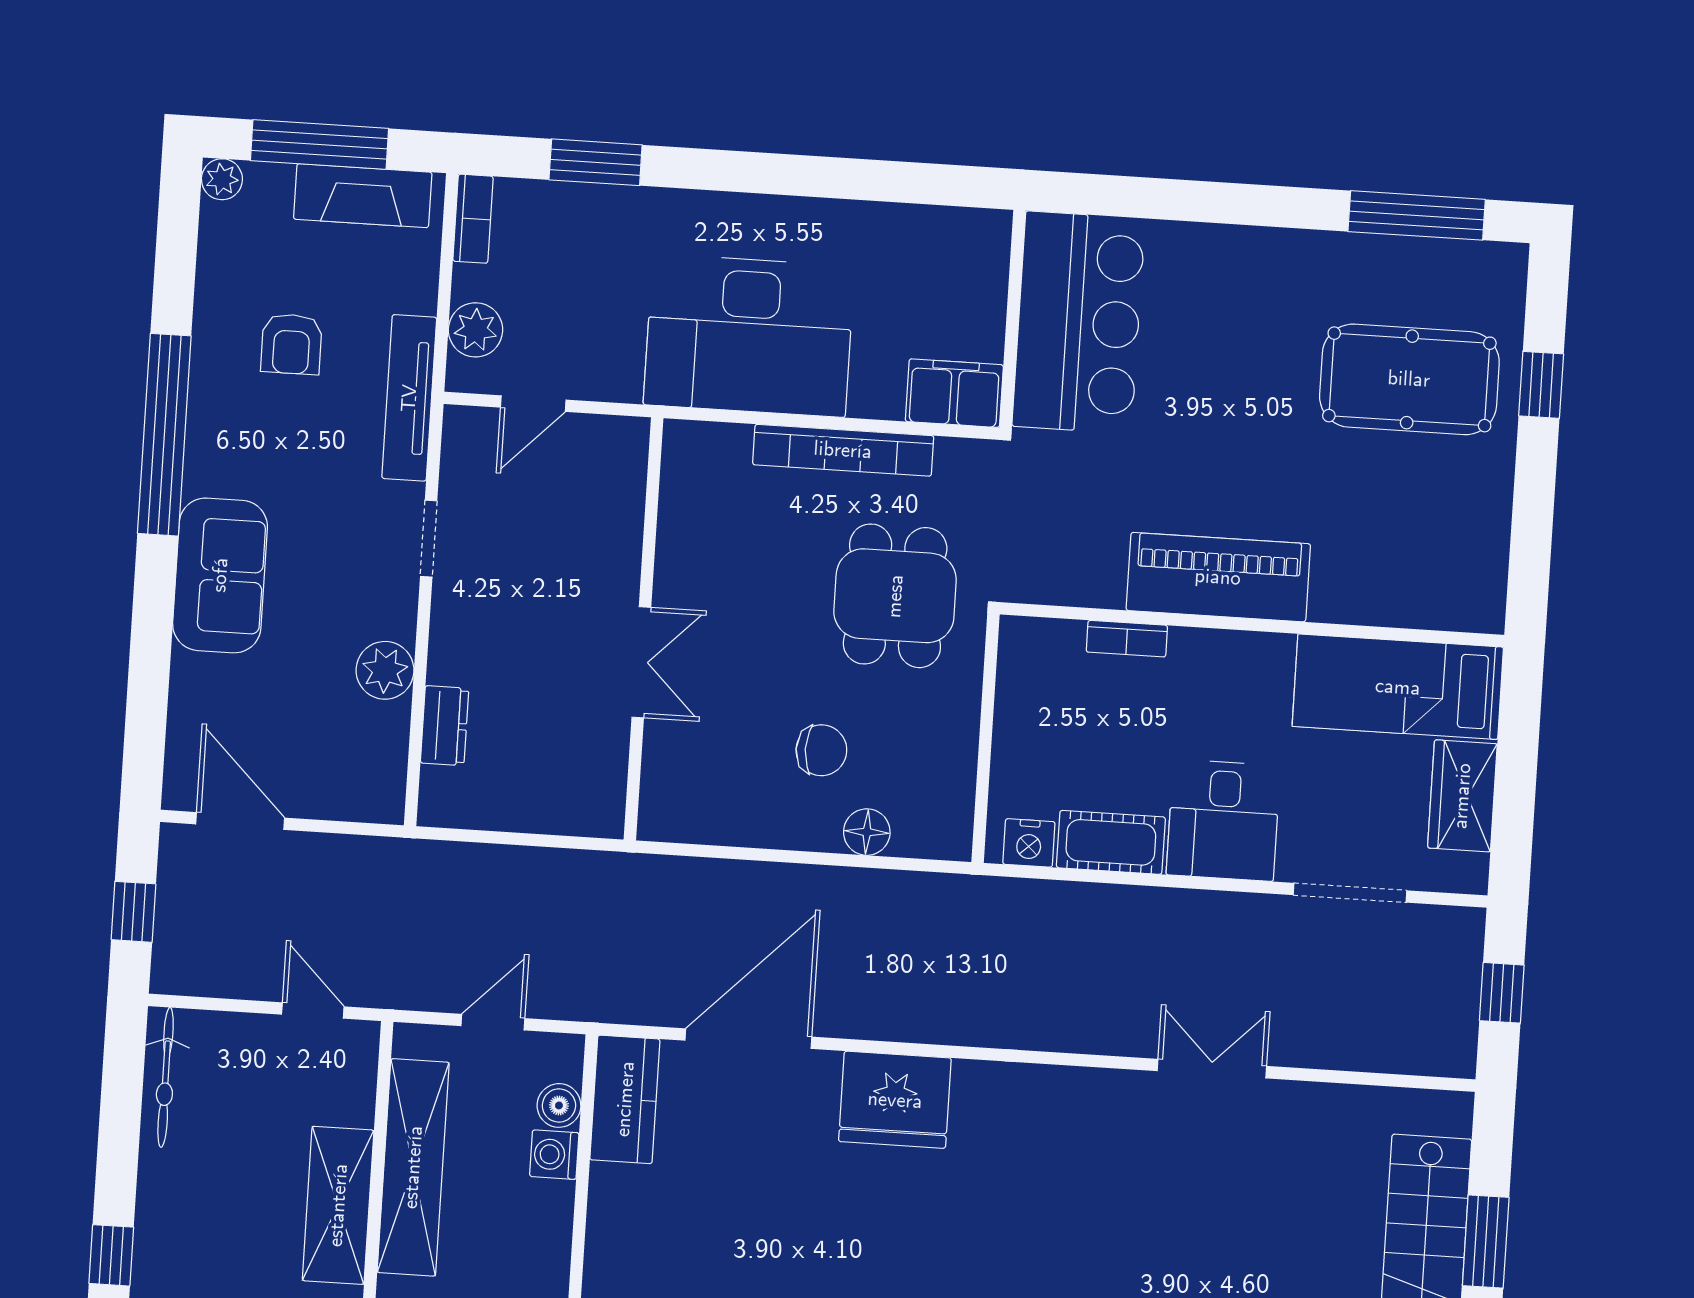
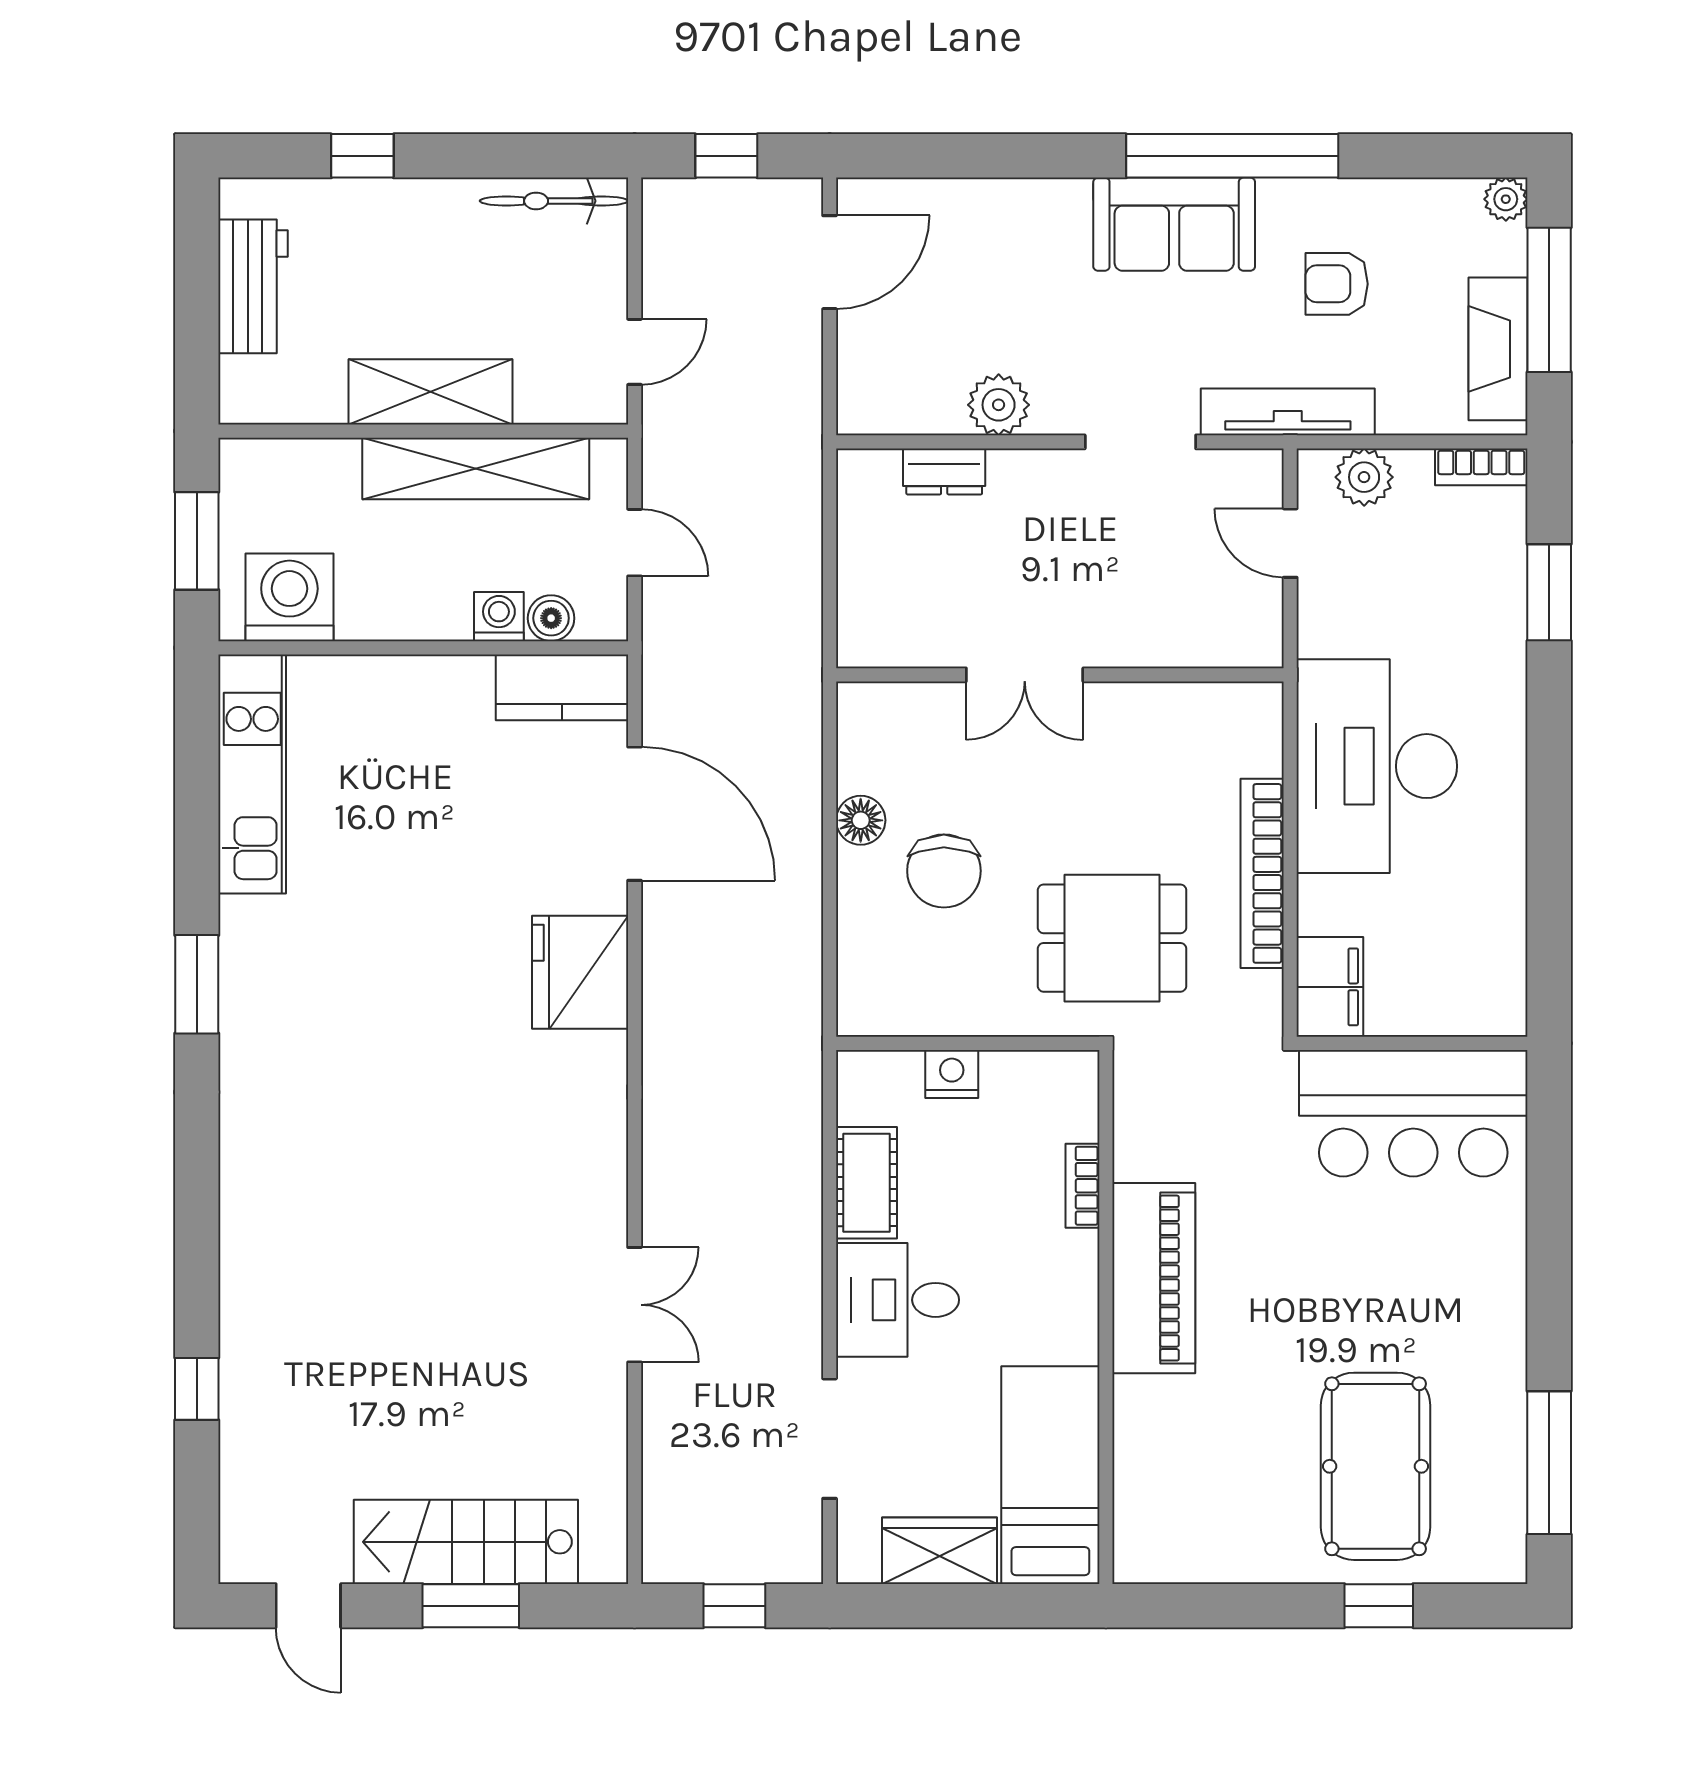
doorway: (429, 539) -> (1140, 442), width x1.38
sofa: (220, 575) -> (1174, 224), moved
chair: (821, 750) -> (944, 871), width x1.37, depth x1.37
floor lamp: (867, 832) -> (861, 820), moved
nightstand: (1029, 843) -> (952, 1074), moved, turned 90

